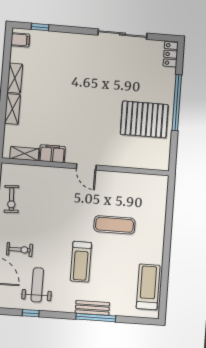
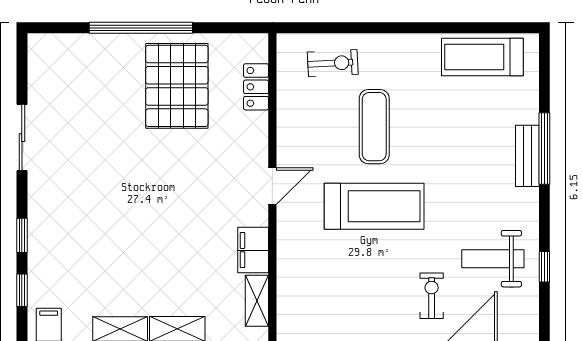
window: (70, 30) -> (22, 235), added
sliding door: (122, 34) -> (22, 138), width x0.73
locker: (171, 54) -> (256, 87), moved, turned 90
exercise bike: (11, 199) -> (333, 63), moved
treadmill: (81, 262) -> (374, 206), moved, width x1.37, depth x1.38

